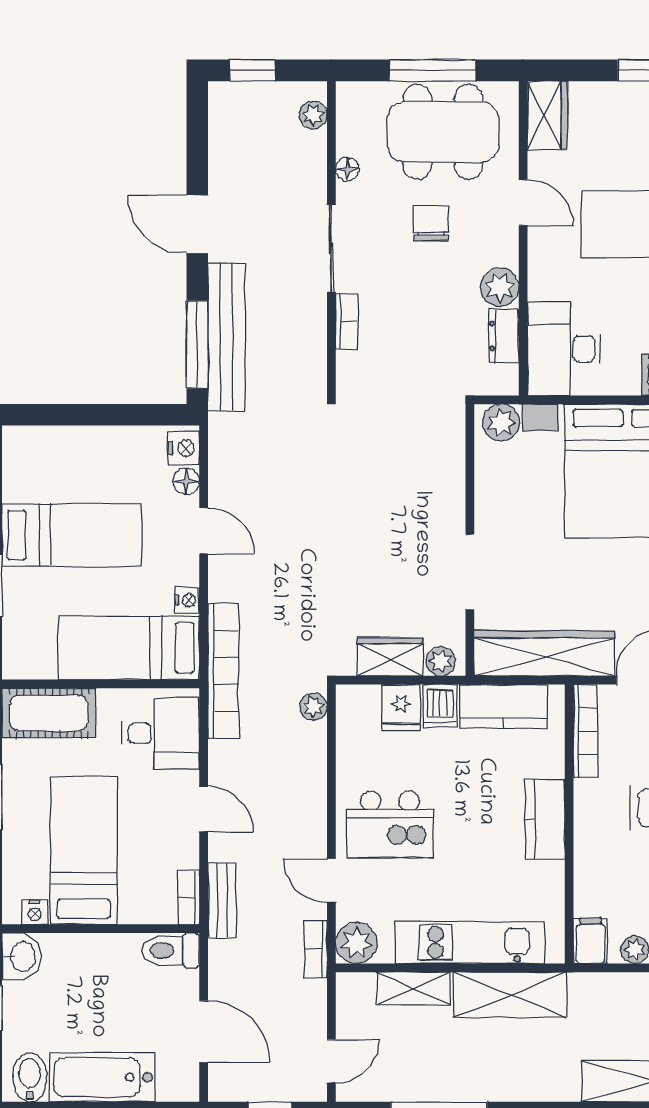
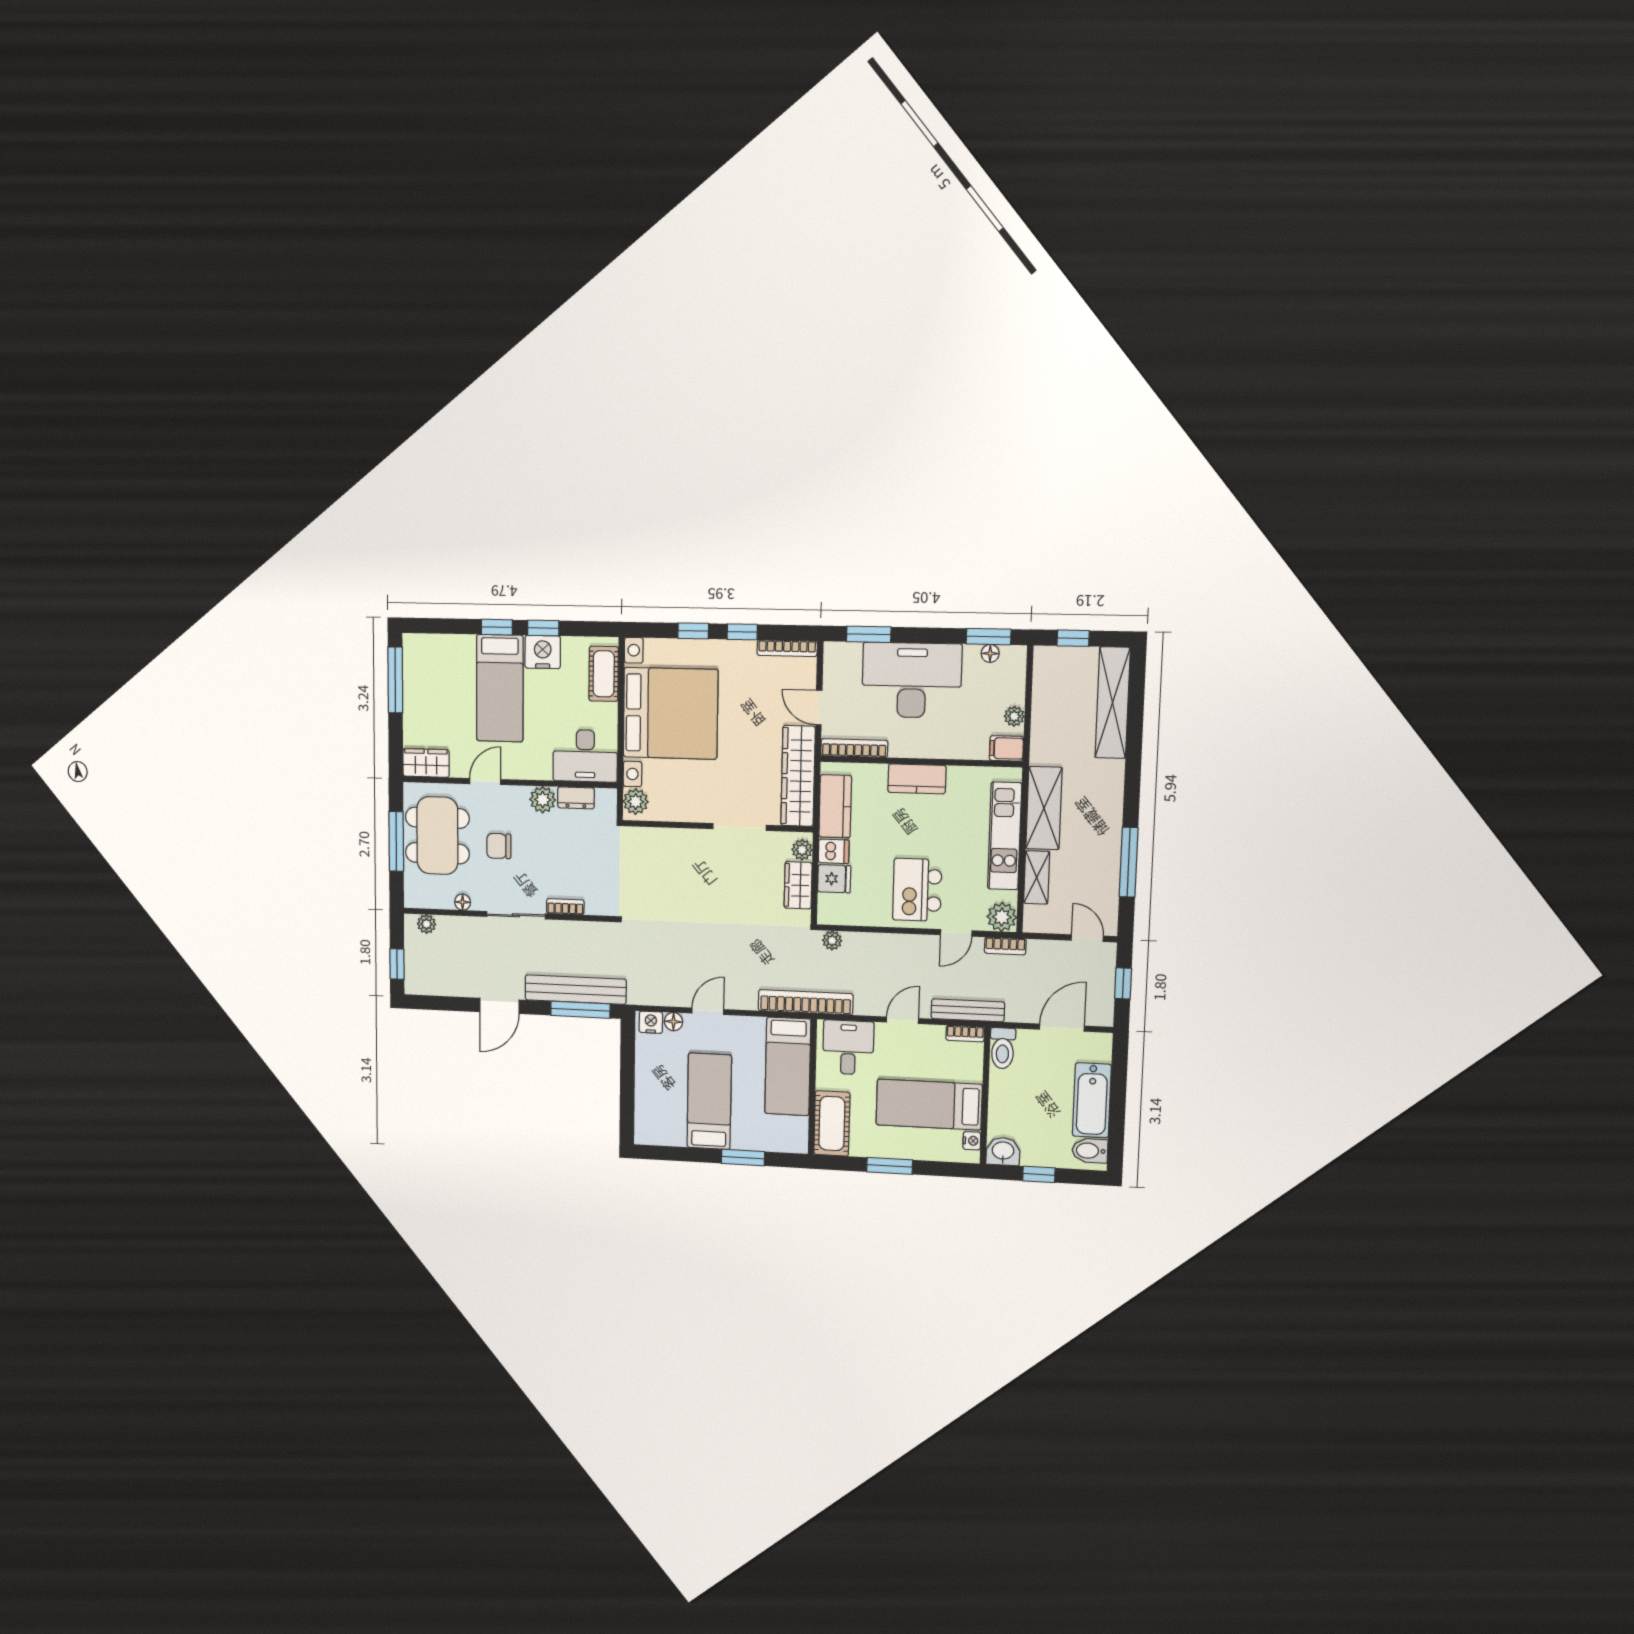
nightstand: (187, 600) -> (756, 1025), removed
kitchen island: (390, 824) -> (917, 890), turned 180
bench: (222, 900) -> (968, 1010), width x1.36

